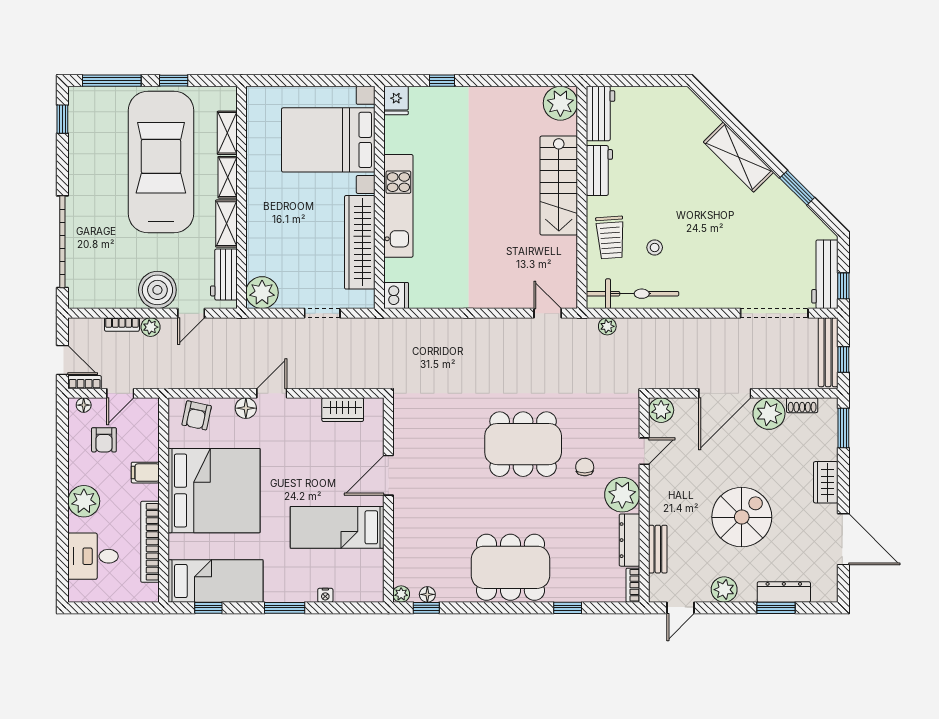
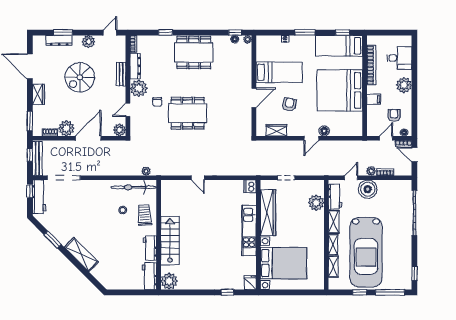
plant: (262, 293) -> (316, 203), moved
door: (548, 313) -> (198, 178), moved
armchair: (197, 415) -> (289, 104), moved
bench: (658, 549) -> (121, 74), moved

